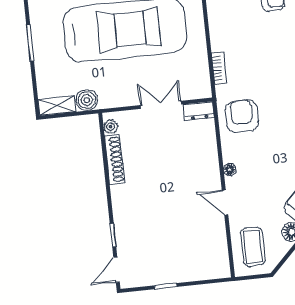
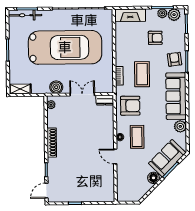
coffee table: (257, 62) -> (142, 74), added
boiler: (87, 100) -> (56, 87), moved
armchair: (242, 116) -> (130, 106), turned 90
shoe rack: (114, 159) -> (52, 143), moved
coffee table: (253, 247) -> (137, 137), moved

